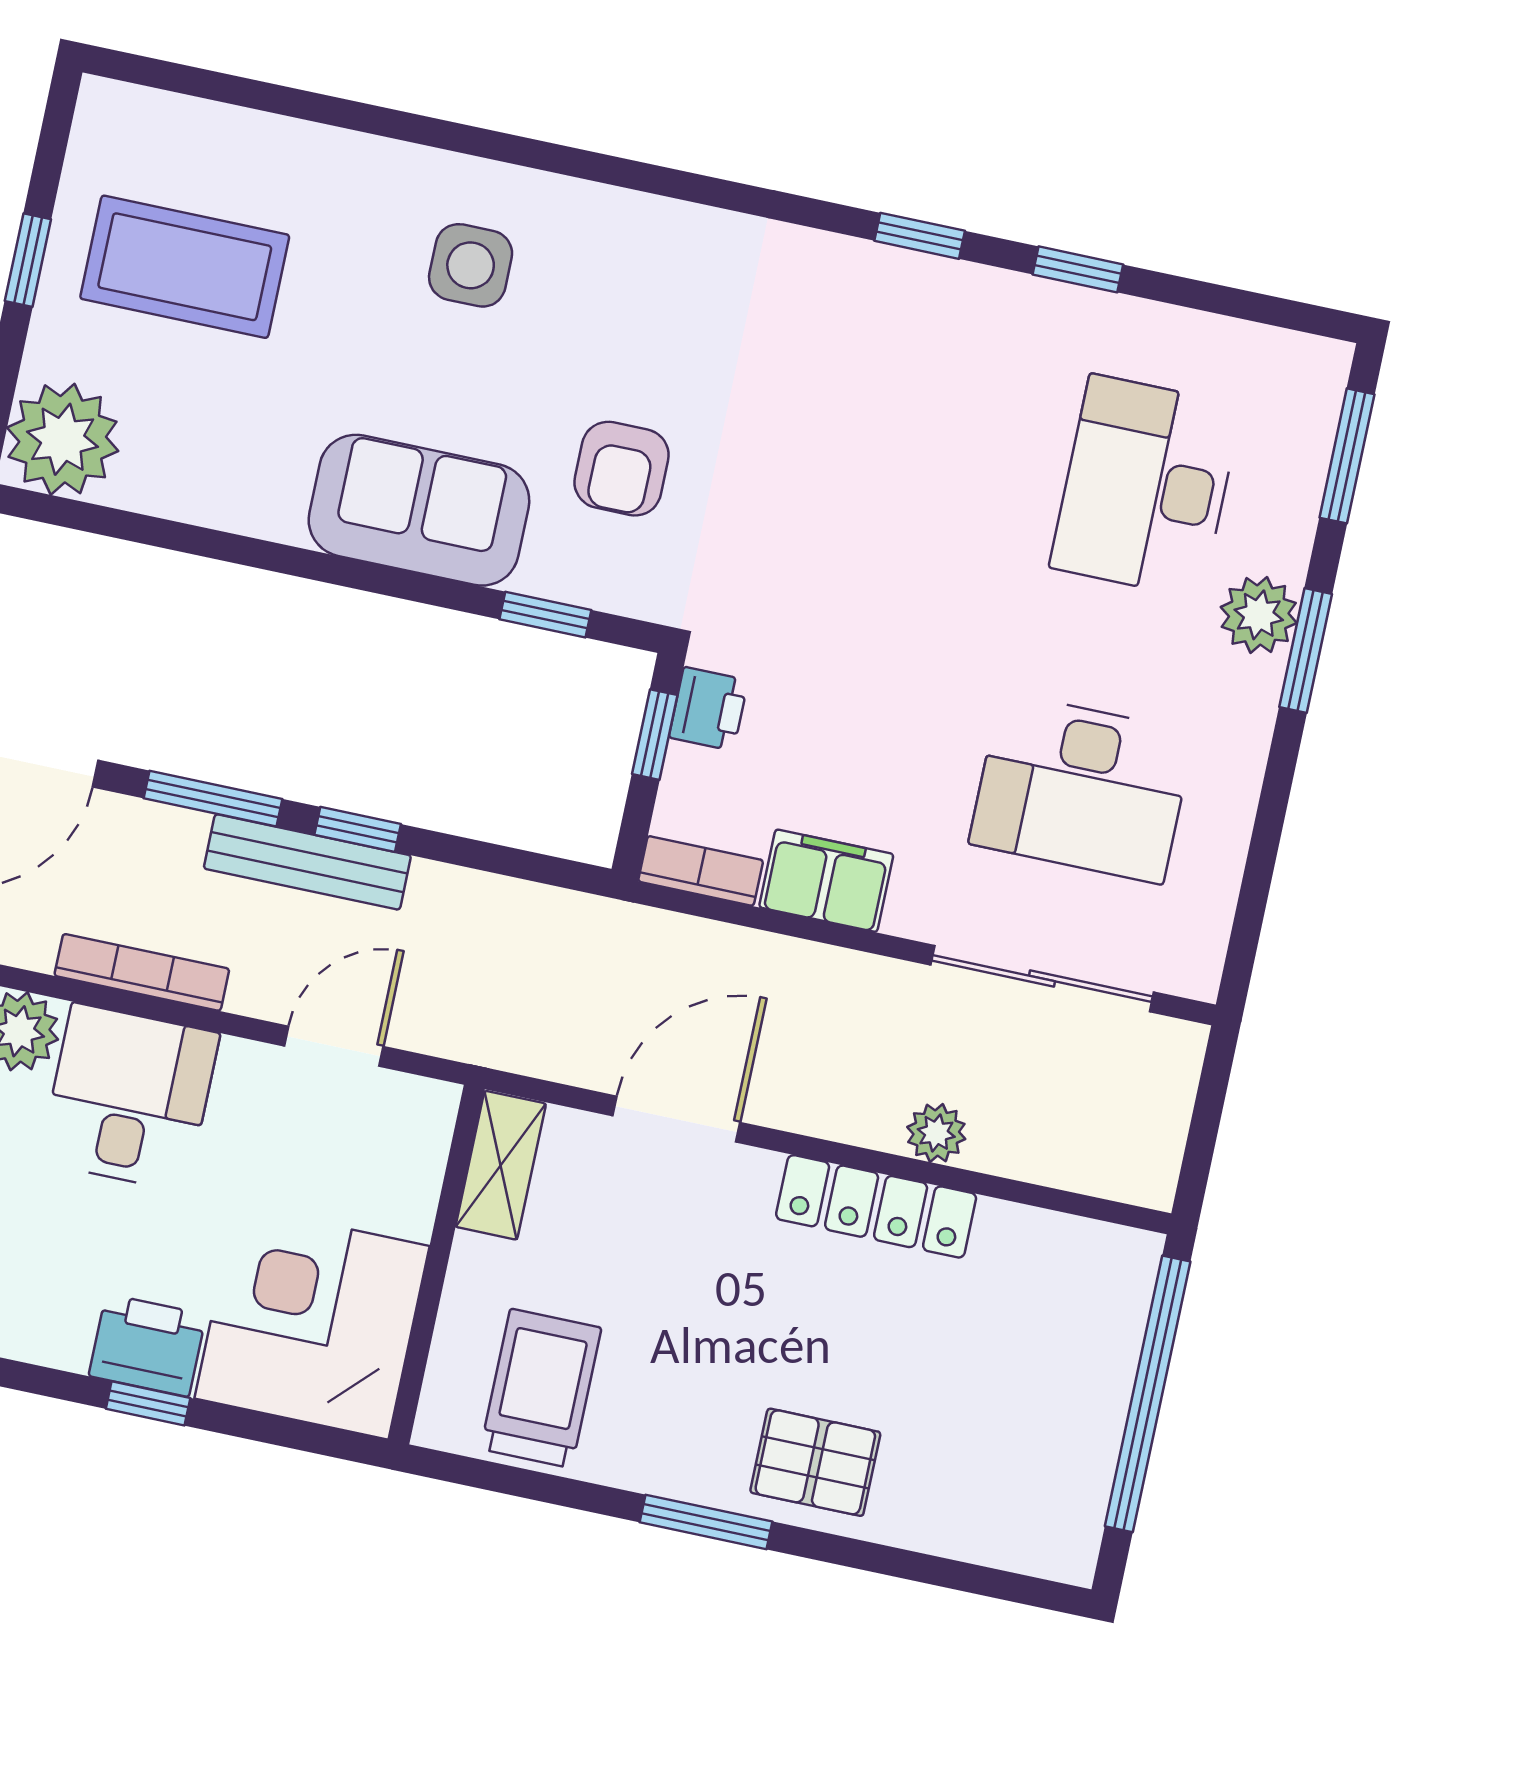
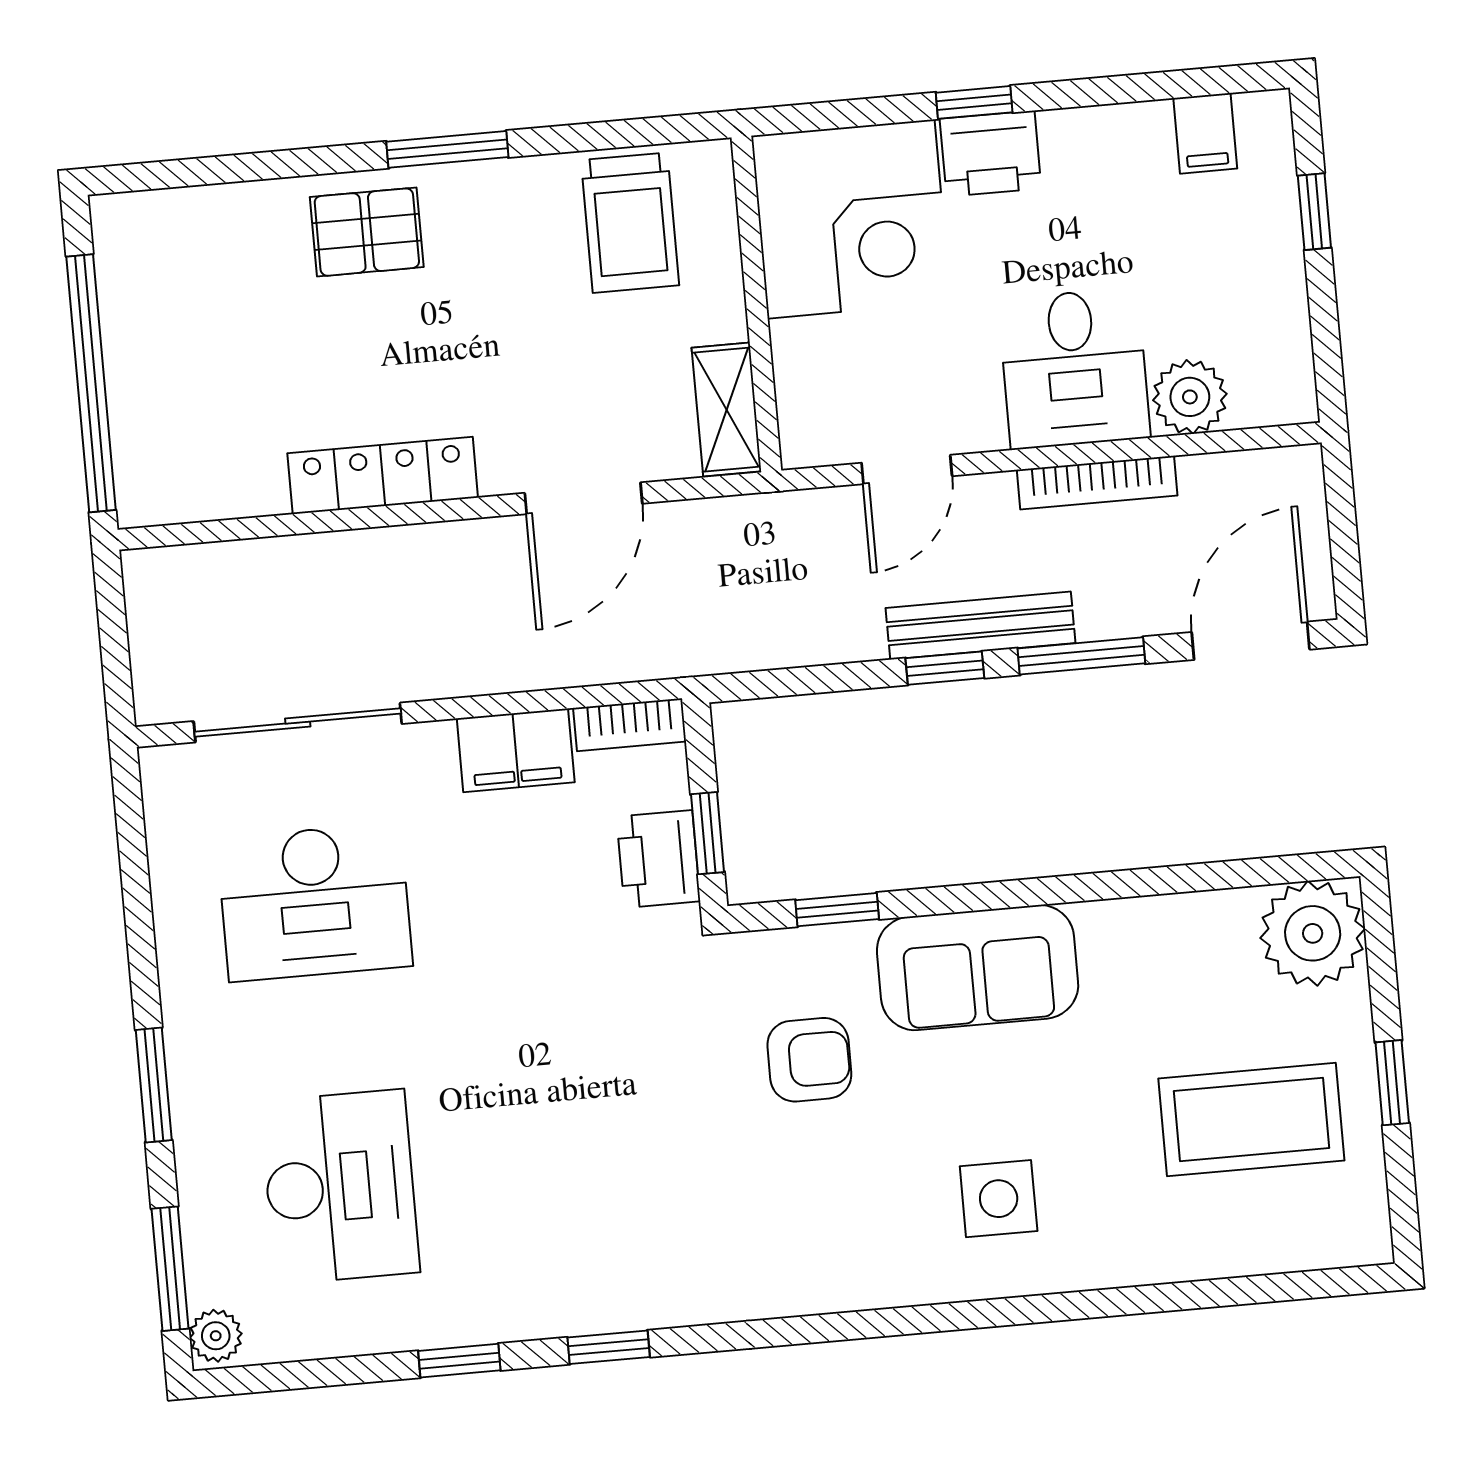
armchair: (622, 469) -> (809, 1060), turned 90
plant: (1259, 615) -> (216, 1336), moved, width x0.73, depth x0.73
printer: (709, 709) -> (658, 859), width x1.36, depth x1.24
desk: (1082, 788) -> (315, 902), turned 180
plant: (936, 1133) -> (349, 557), removed

